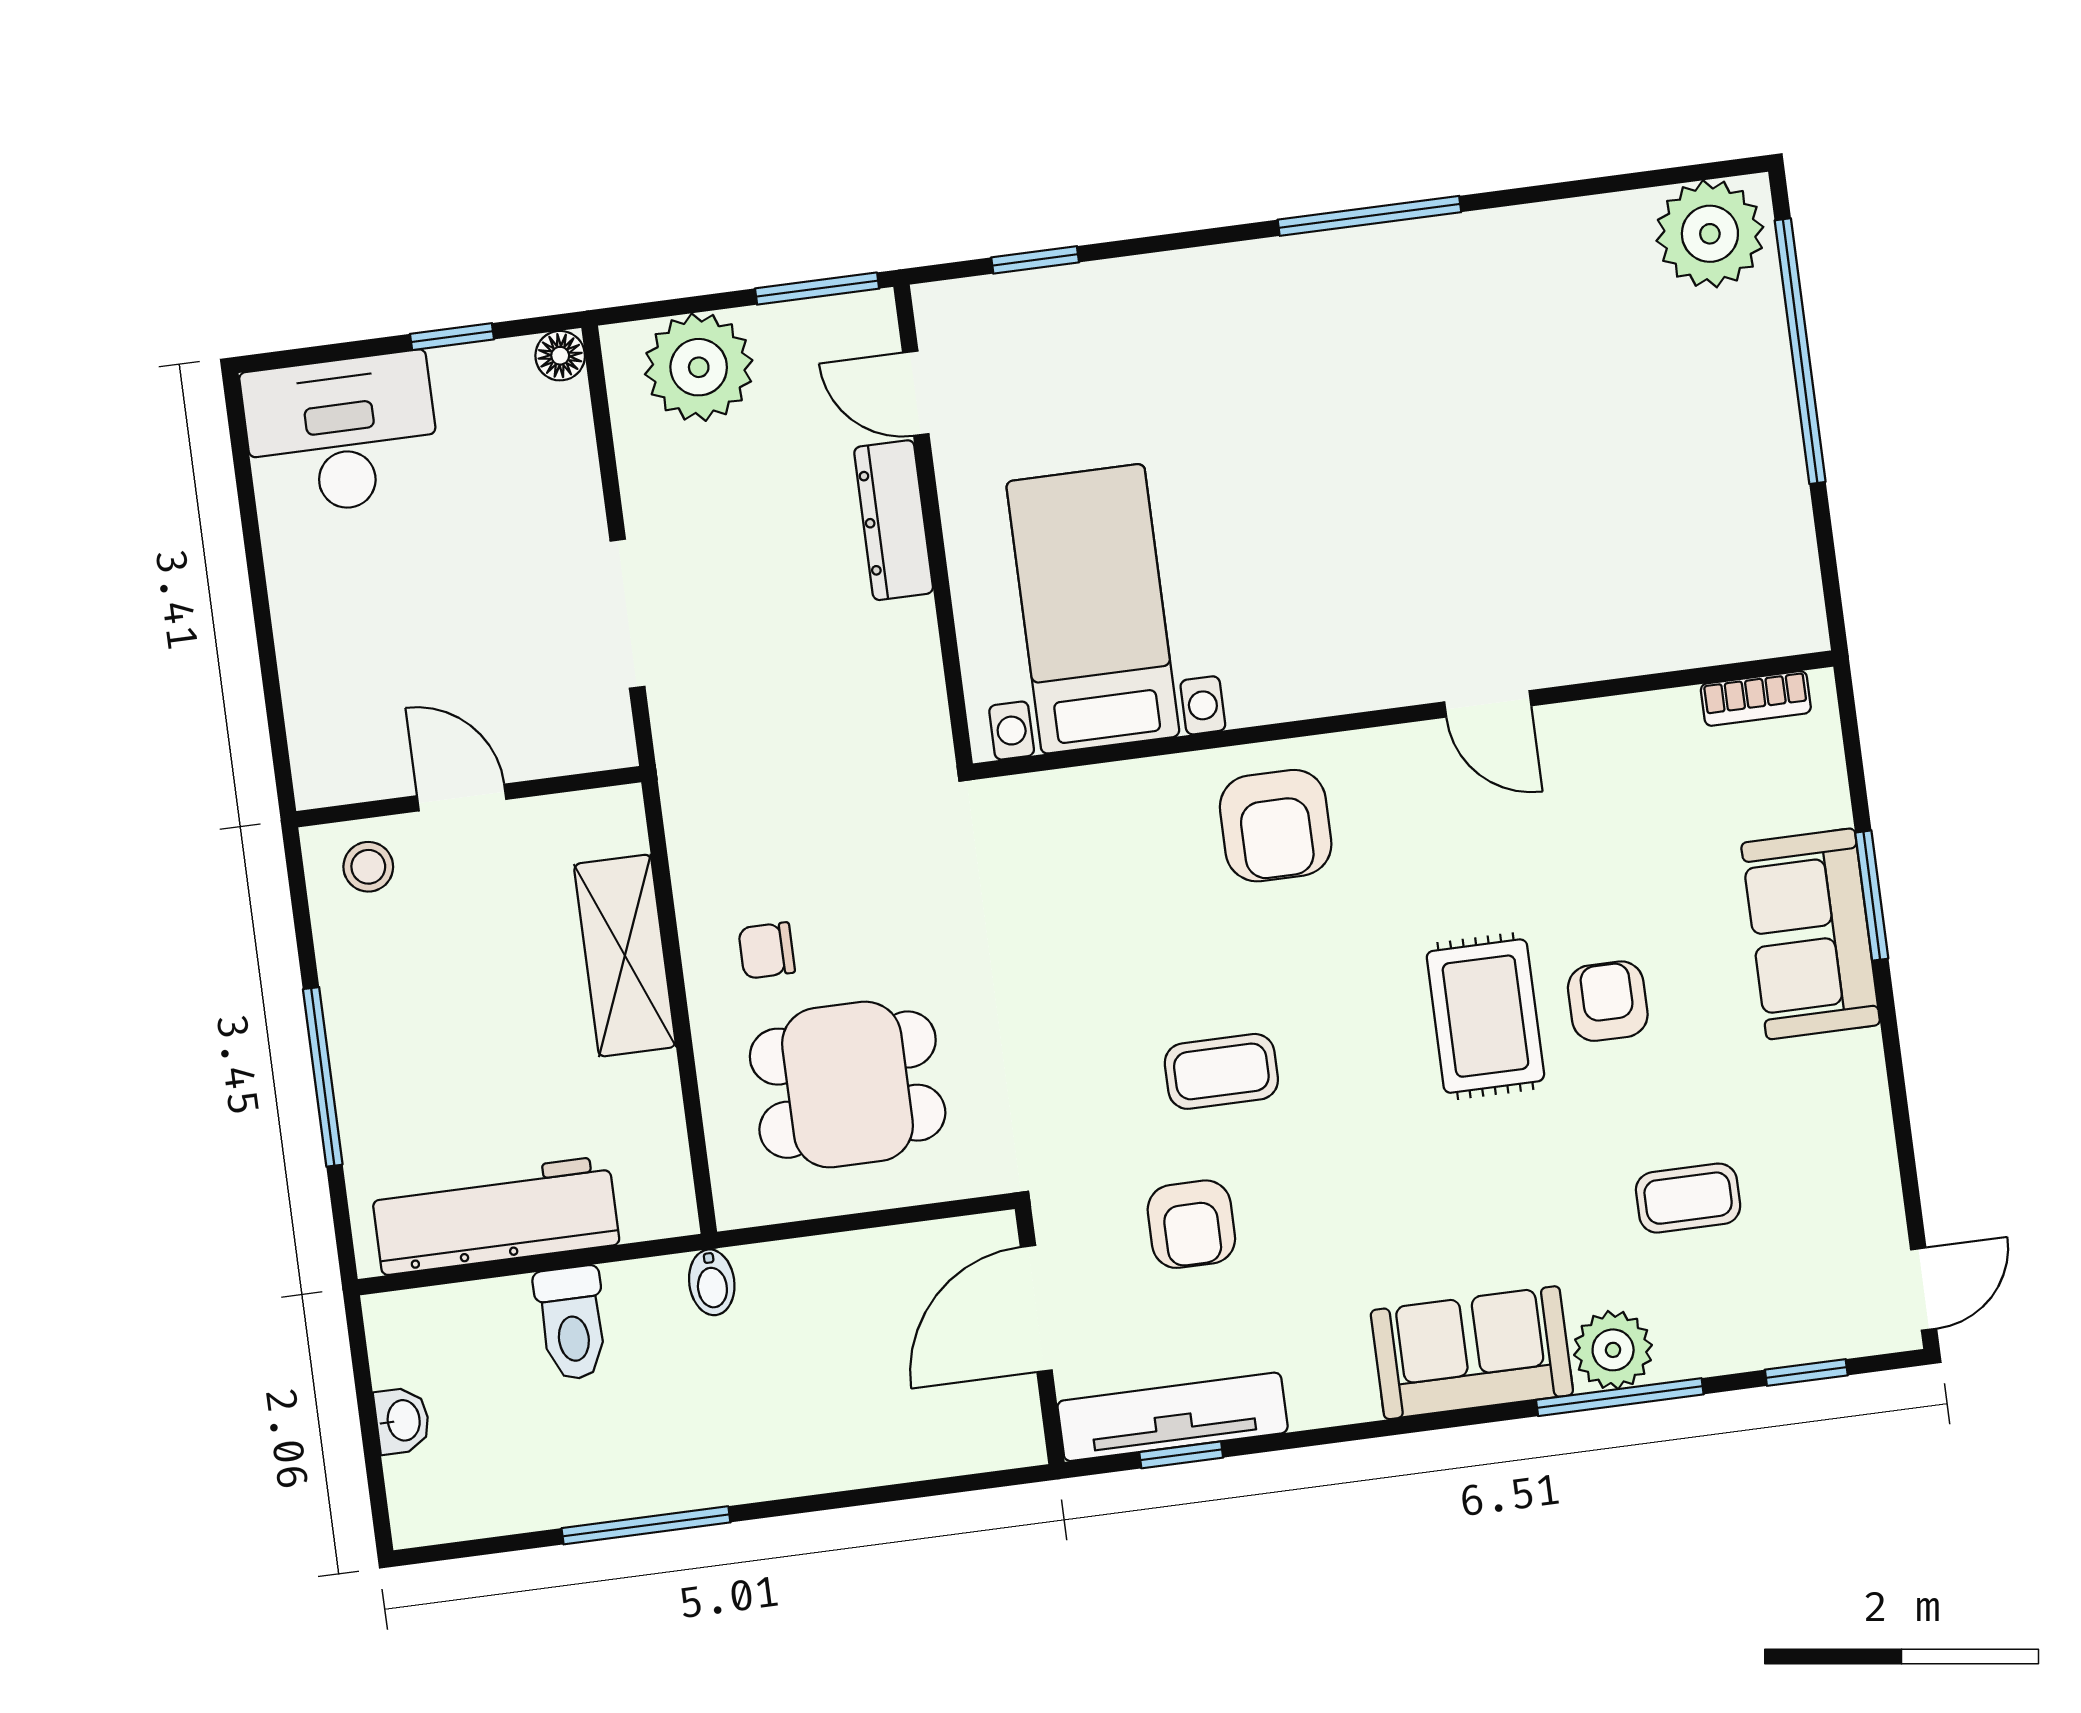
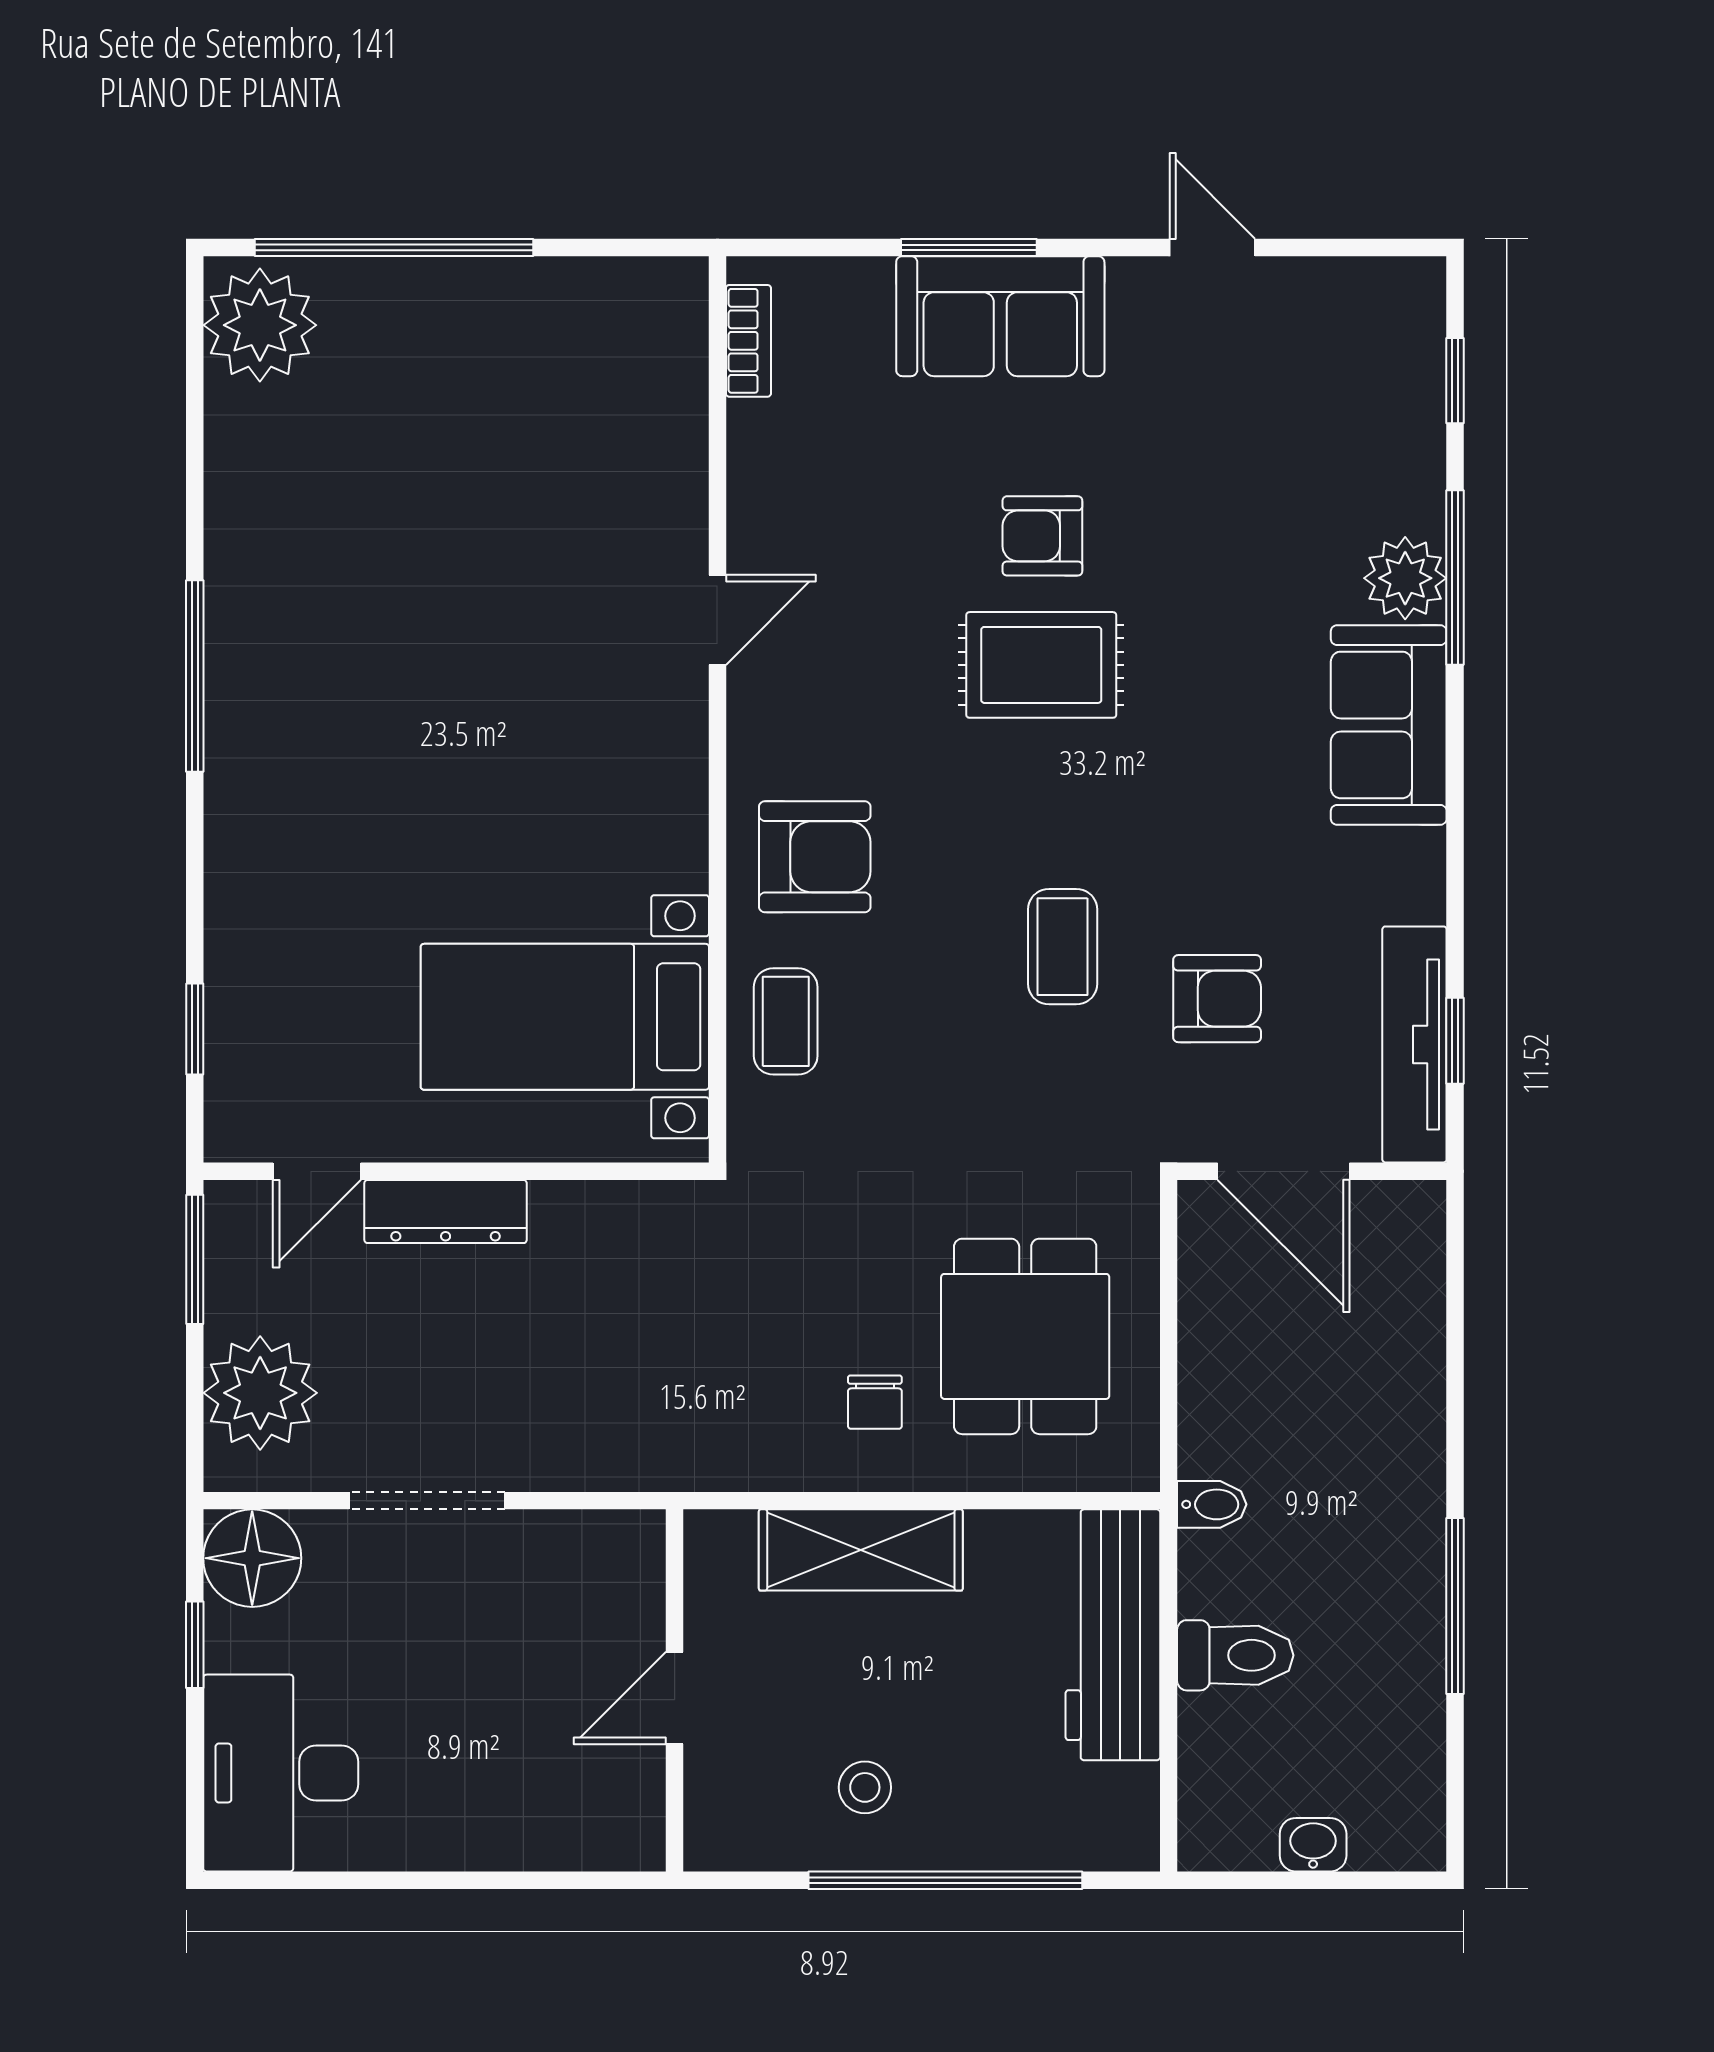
floor lamp: (560, 356) -> (252, 1558), width x1.89, depth x1.89
doorway: (627, 614) -> (427, 1501), moved
stool: (368, 867) -> (865, 1787), moved
window: (323, 1077) -> (945, 1880), width x1.46
coffee table: (1688, 1198) -> (786, 1021), moved
workbench: (495, 1215) -> (1113, 1635), moved
door: (1924, 1289) -> (1212, 247), moved

